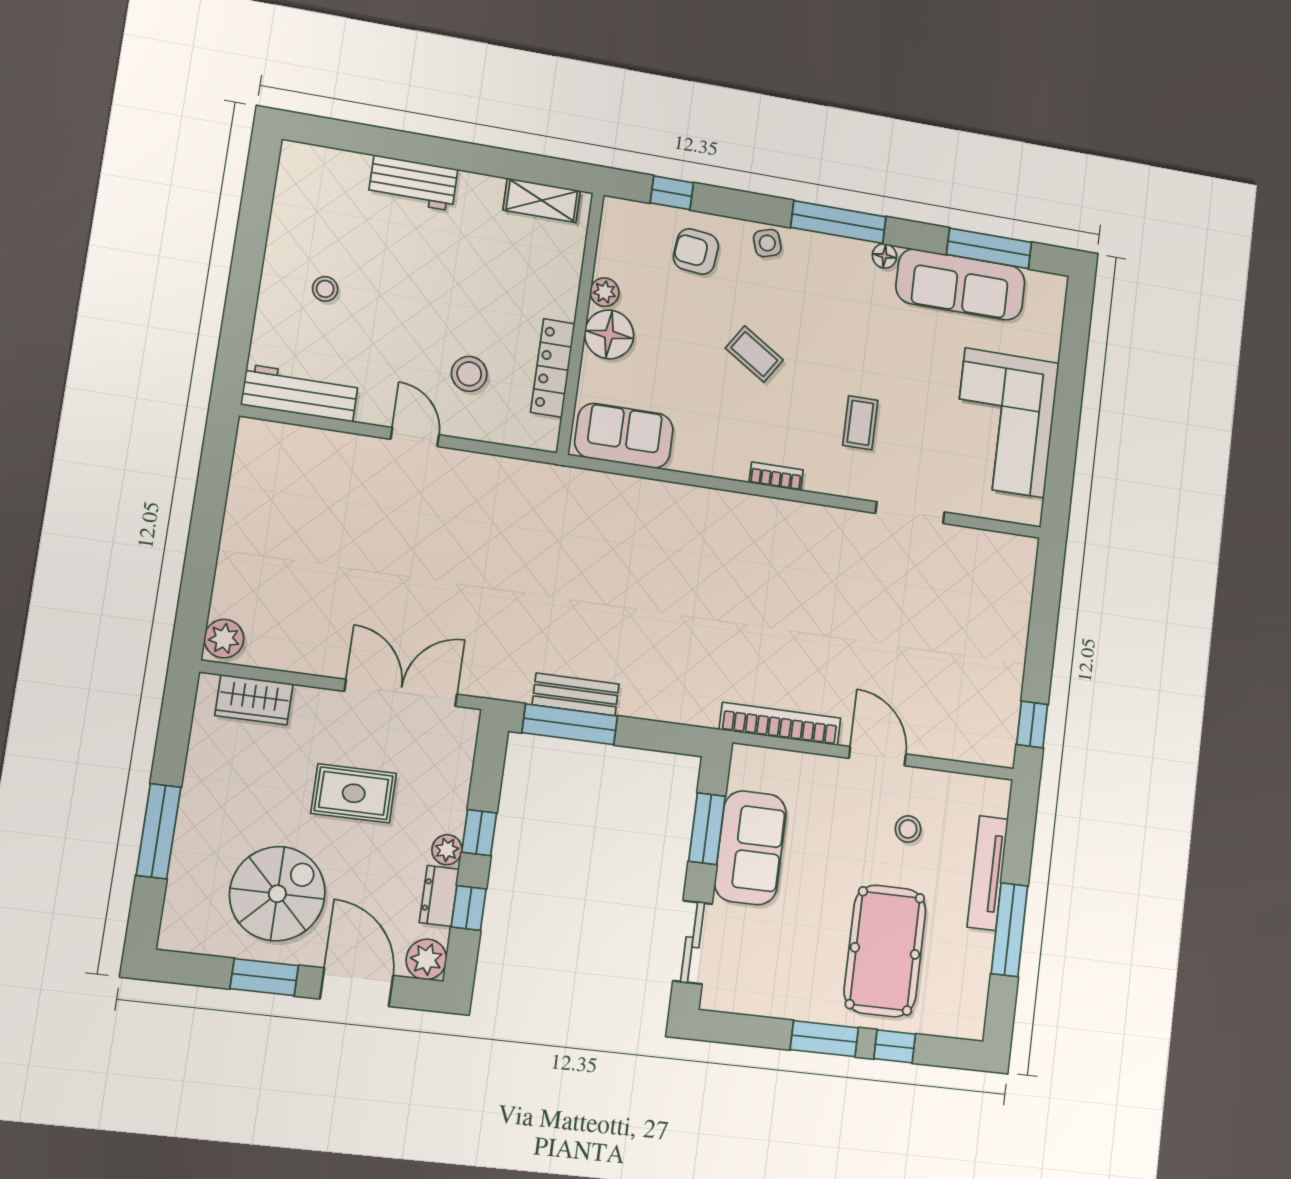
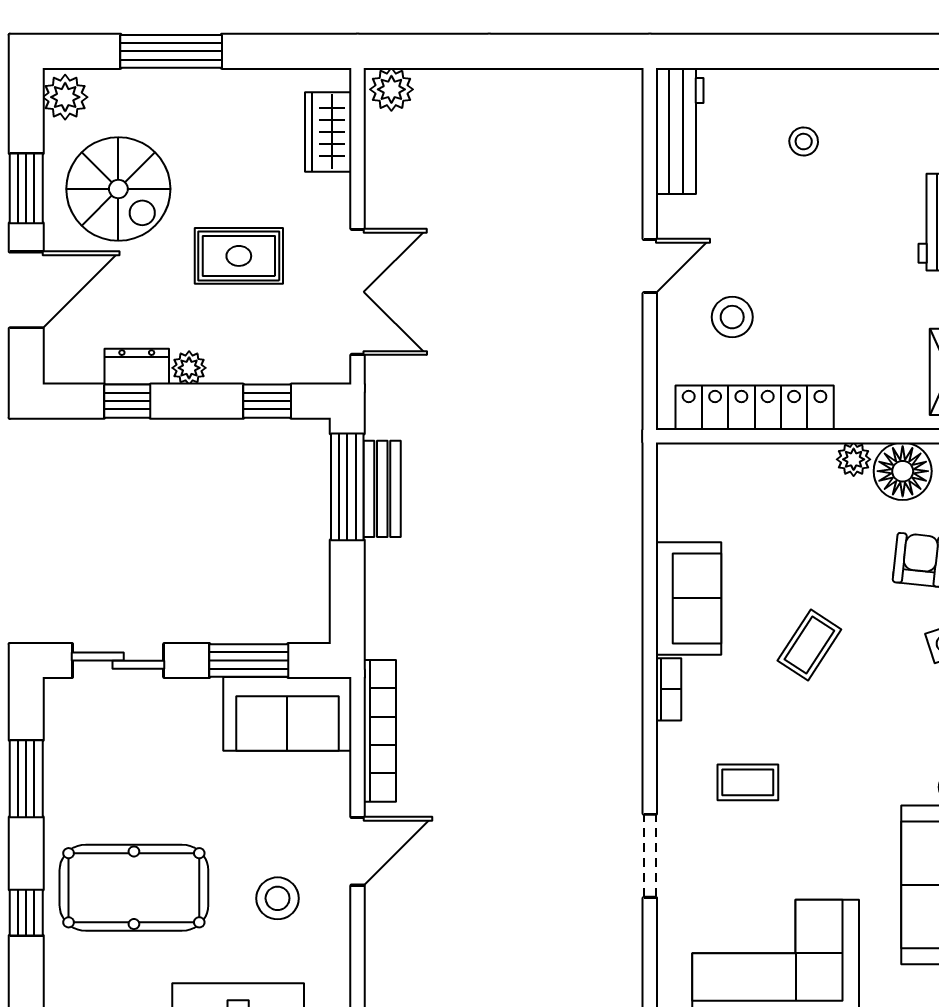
floor lamp: (609, 334) -> (903, 471), moved
locker: (553, 368) -> (755, 408), width x1.41, depth x1.21
sofa: (624, 436) -> (689, 598), moved
rug: (354, 793) -> (239, 256), turned 90
stool: (908, 829) -> (278, 898), width x1.37, depth x1.37
window: (479, 833) -> (267, 401), moved
sofa: (750, 848) -> (287, 714), moved
plant: (426, 959) -> (65, 97), moved
window: (824, 1039) -> (26, 779), moved

